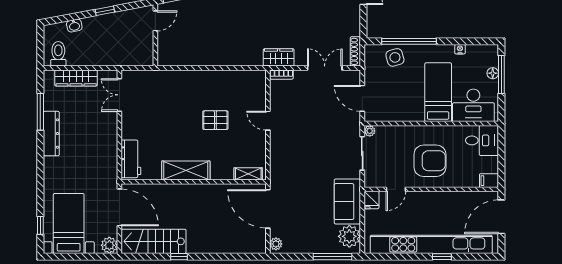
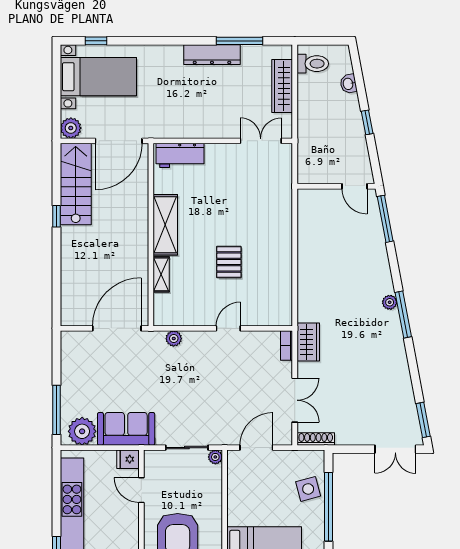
shelving: (248, 174) -> (161, 274), moved
plant: (276, 244) -> (174, 338), moved

